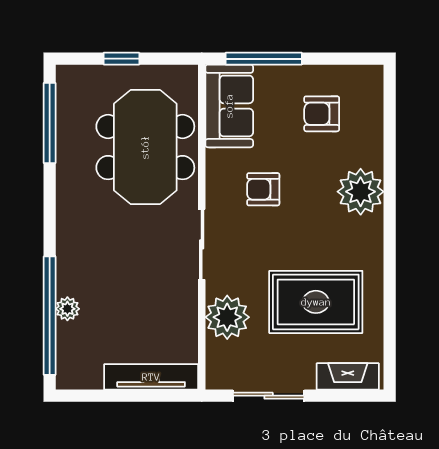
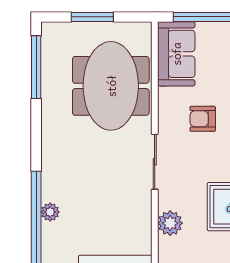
window: (121, 59) -> (92, 17), width x1.50
plant: (227, 317) -> (170, 223), width x0.73, depth x0.73

